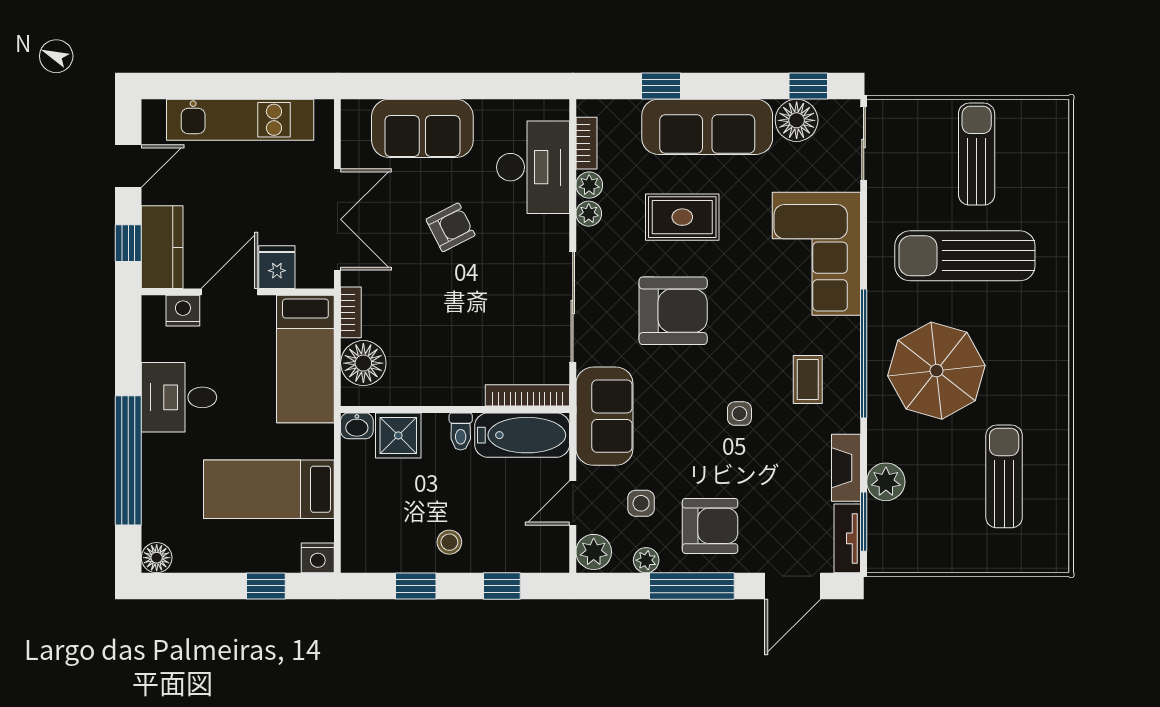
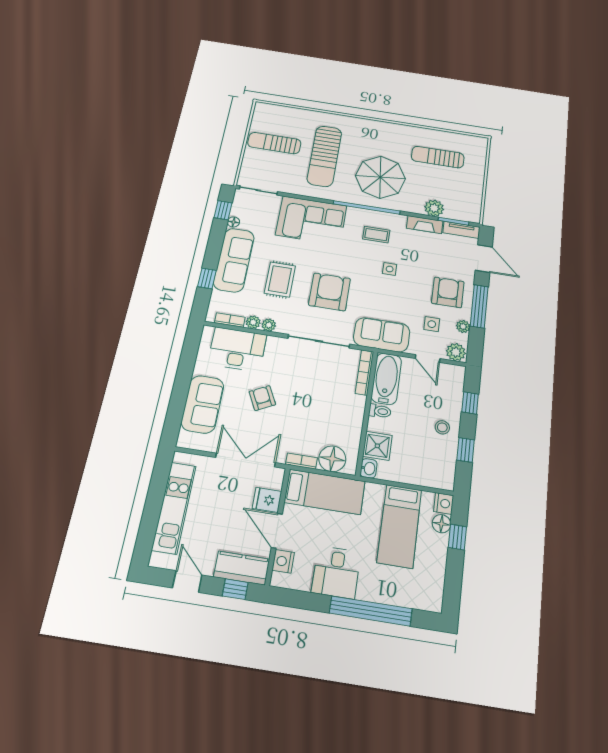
floor lamp: (797, 120) -> (233, 222), width x0.53, depth x0.53
floor lamp: (157, 558) -> (441, 524), moved

